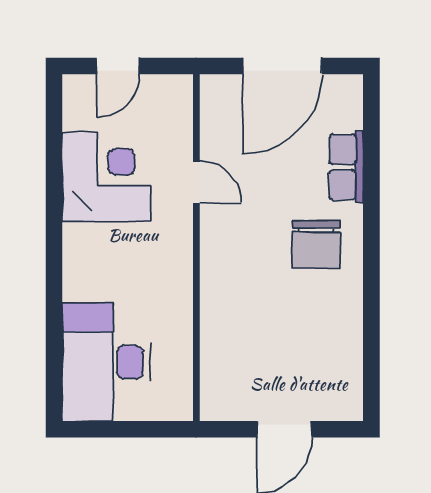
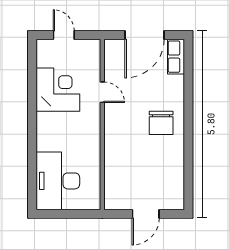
door: (118, 66) -> (64, 35), swing flipped
row of seats: (346, 167) -> (176, 57), moved

